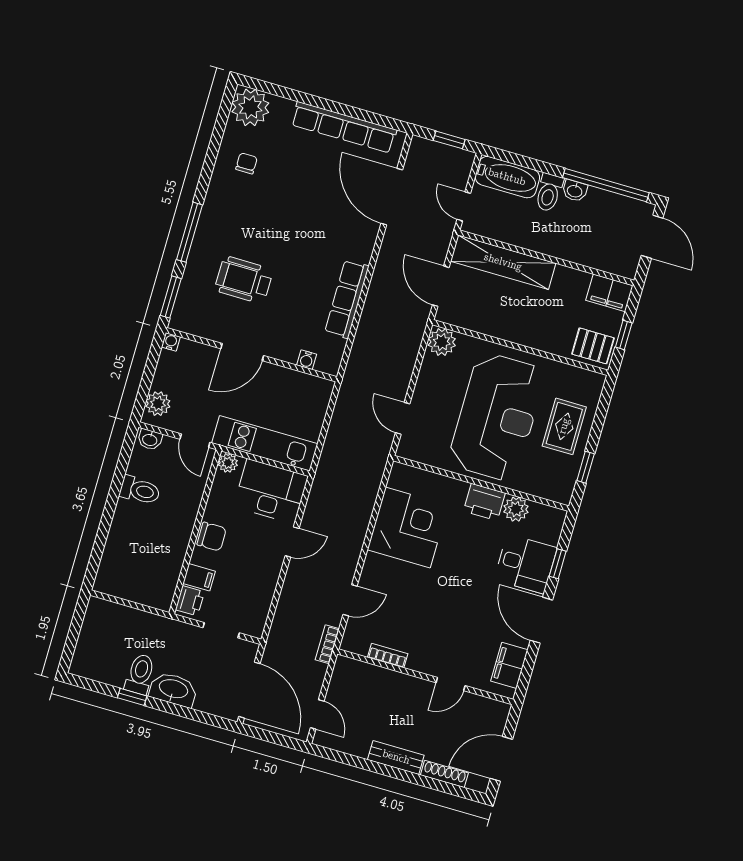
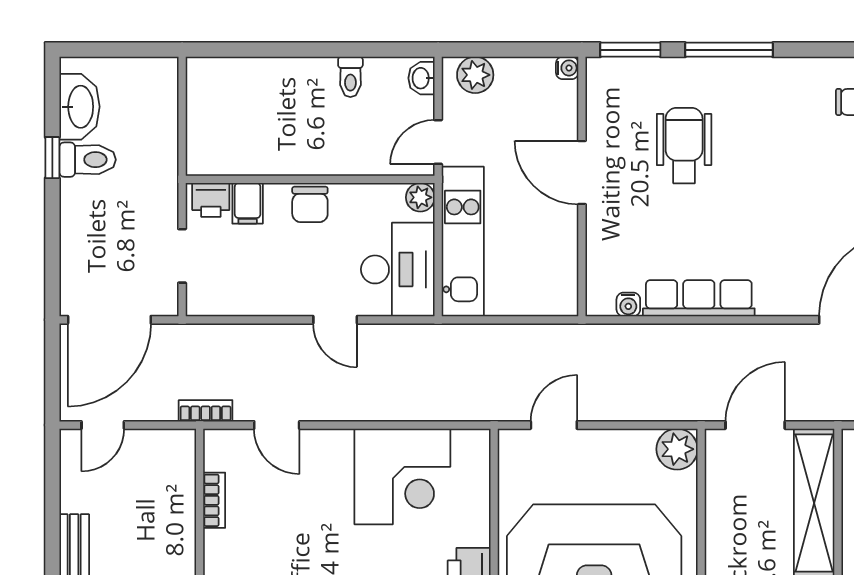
water cooler: (307, 360) -> (628, 304), moved, turned -90
toilet: (140, 490) -> (350, 77), width x0.73, depth x0.72
washbasin: (173, 689) -> (79, 107), moved

